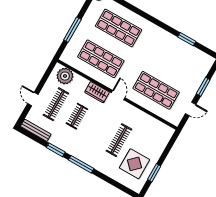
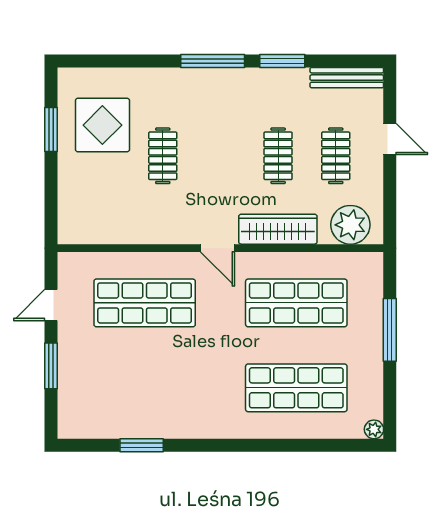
wardrobe: (97, 92) -> (278, 229), width x1.50
clothes rail: (56, 104) -> (336, 156), width x0.73
clothes rail: (119, 140) -> (163, 156), width x0.73

